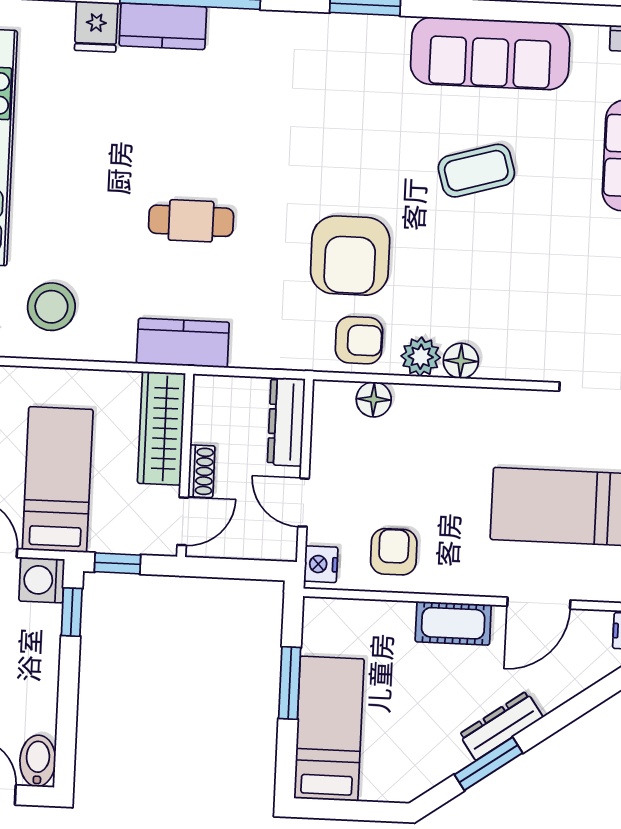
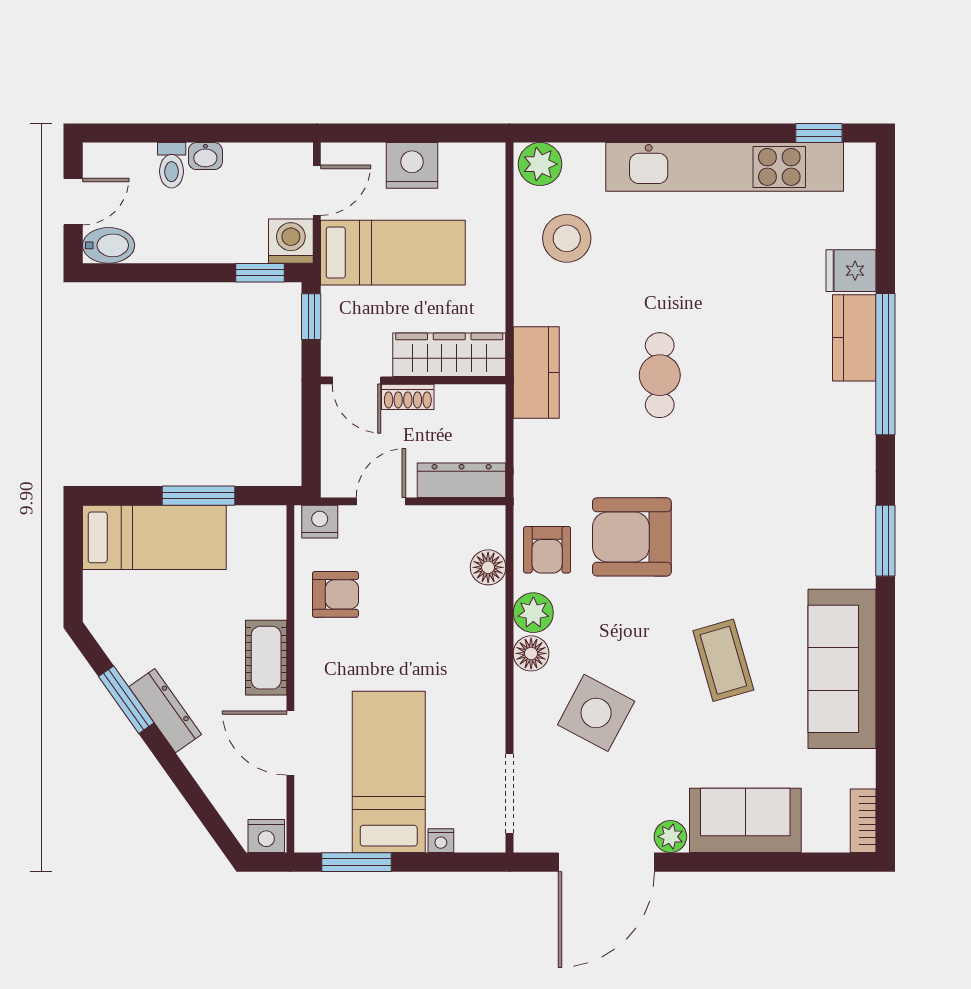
side table: (523, 299) -> (596, 713), added

